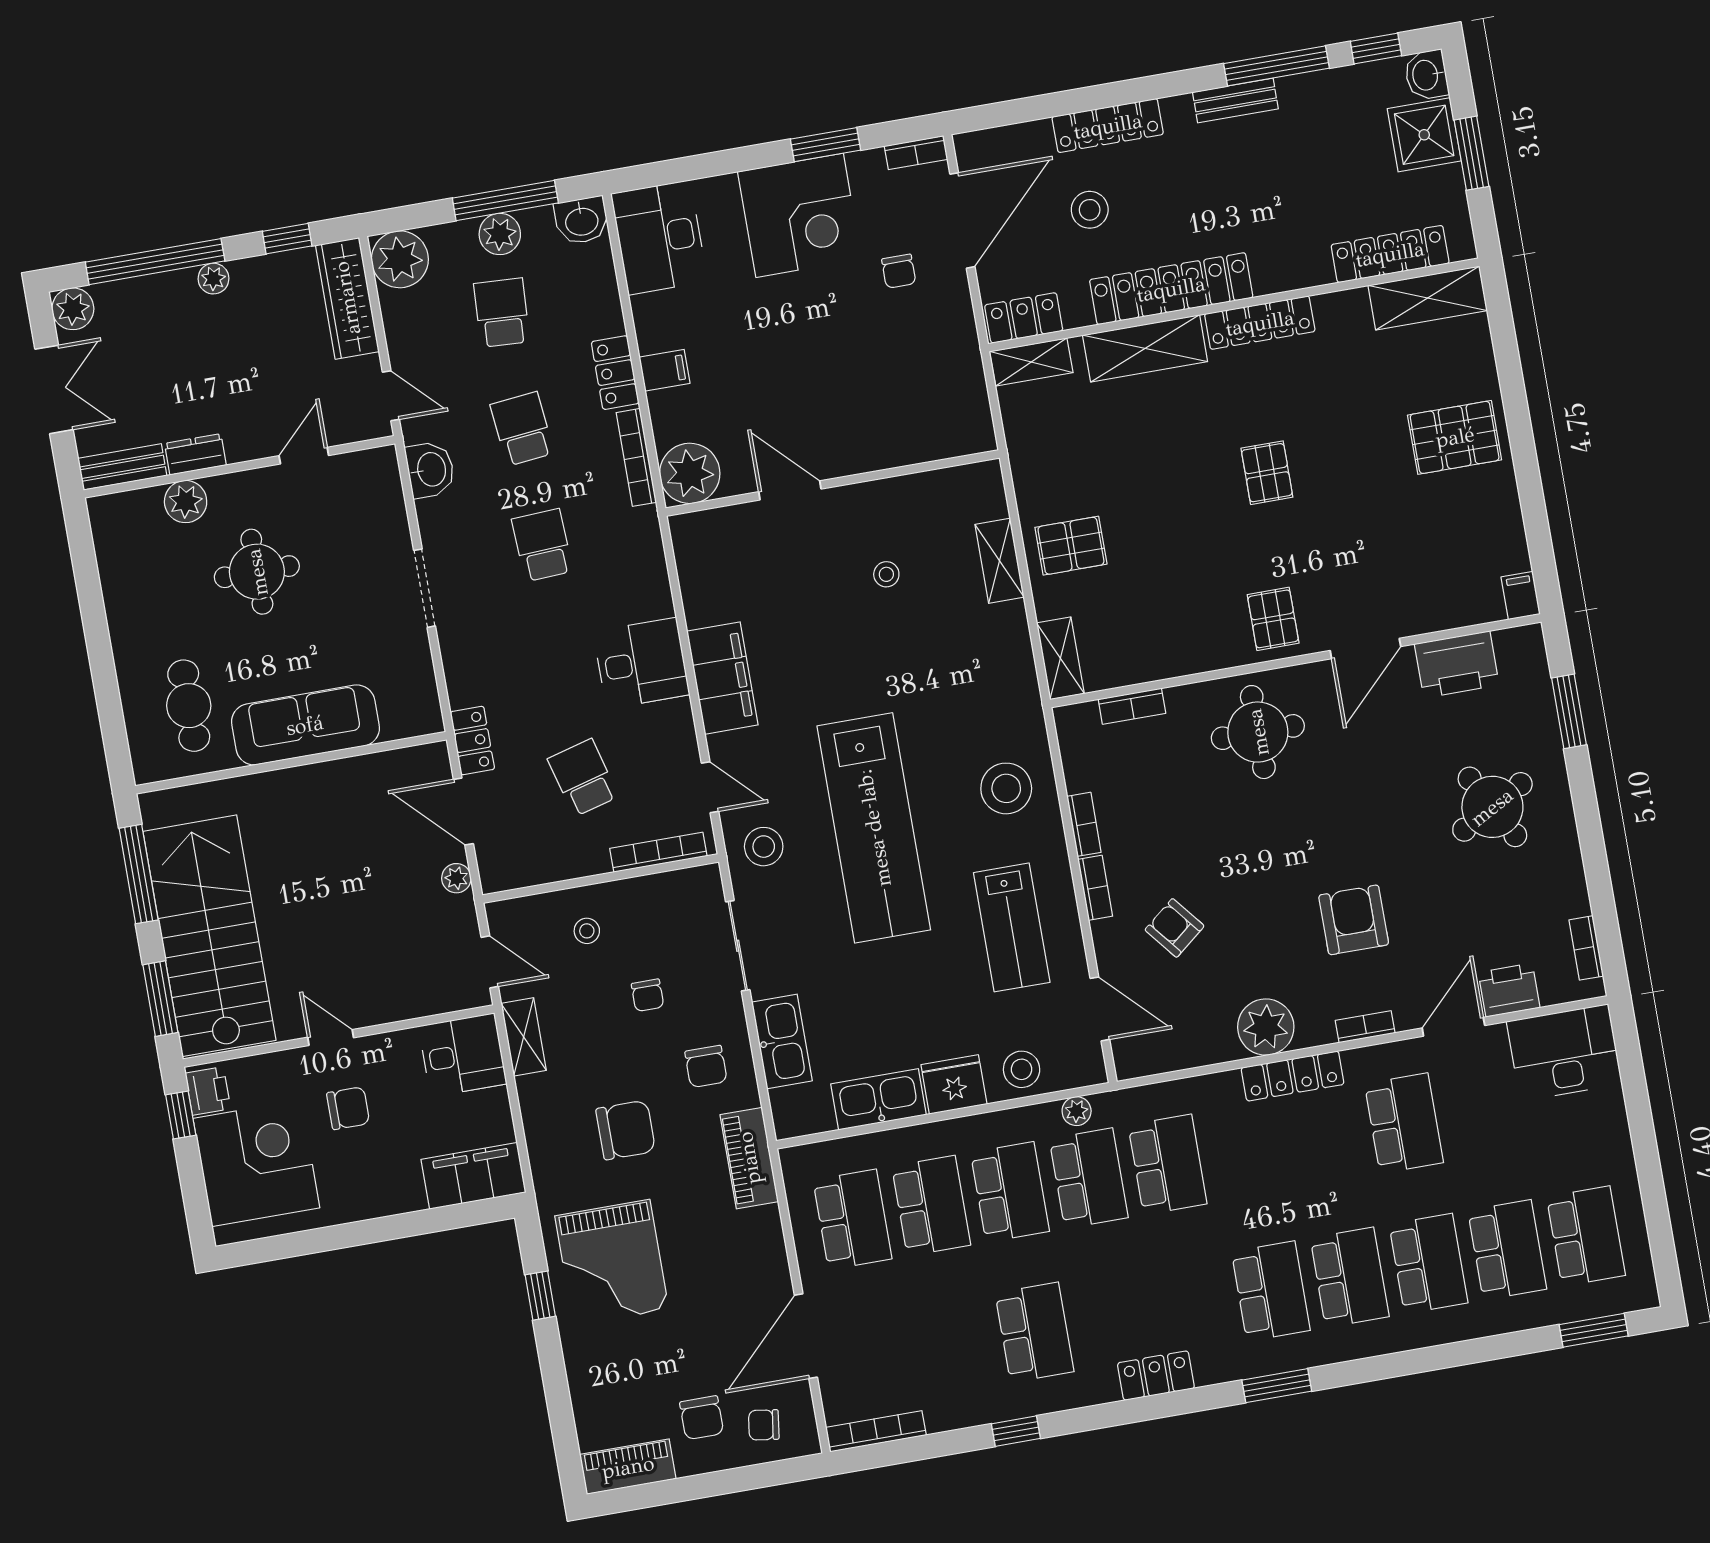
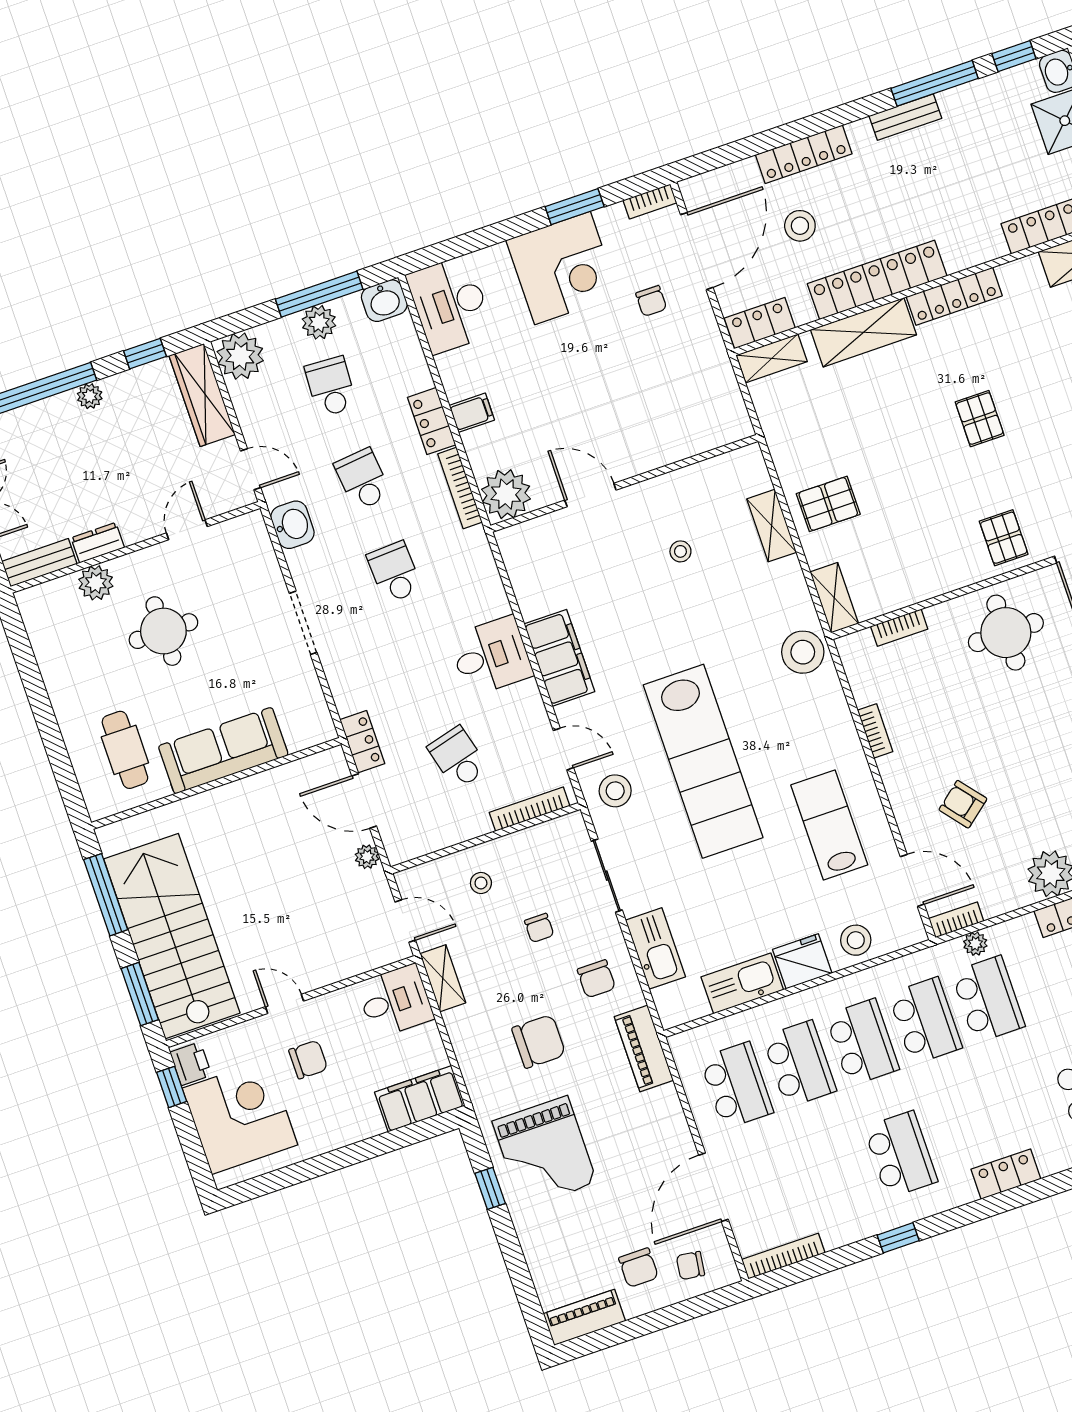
stool: (1006, 788) -> (803, 652), moved
bookcase: (1095, 888) -> (956, 920), moved, turned -90
lab bench: (1012, 927) -> (829, 825), turned 180
plant: (1077, 1111) -> (975, 944), moved

